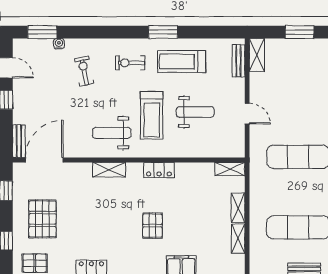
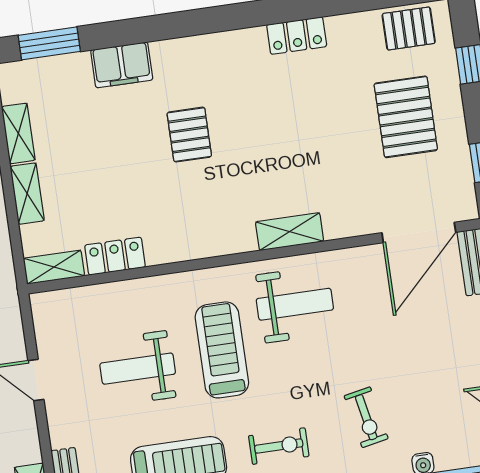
locker: (159, 170) -> (115, 256), moved

